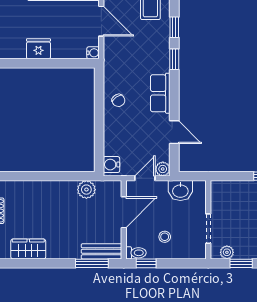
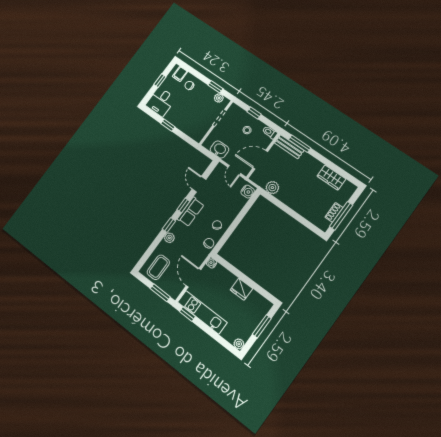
window: (174, 27) -> (183, 205), moved
chair: (112, 73) -> (209, 243), added
plant: (163, 169) -> (169, 238), moved
door: (145, 178) -> (234, 170), hinge flipped
window: (146, 263) -> (254, 113), moved

